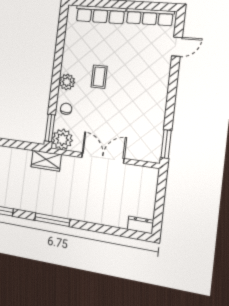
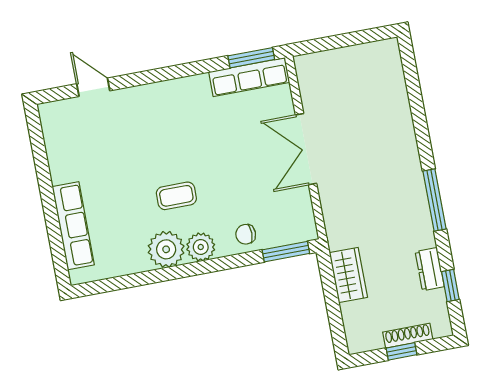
row of seats: (150, 17) -> (249, 77), moved, turned 90
plant: (62, 139) -> (166, 249), moved
wardrobe: (46, 161) -> (348, 275), moved
dresser: (141, 225) -> (430, 269), moved

